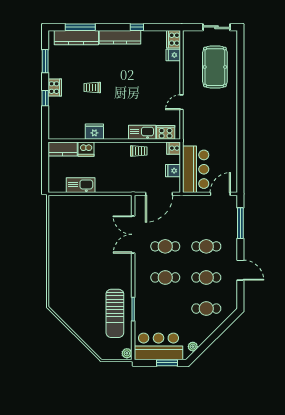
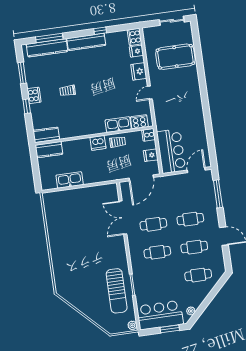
pool table: (215, 67) -> (175, 57), turned 90
kitchen counter: (62, 132) -> (46, 135), added
fridge: (94, 132) -> (139, 71), moved, turned -90
dishwasher: (86, 149) -> (98, 143), moved

